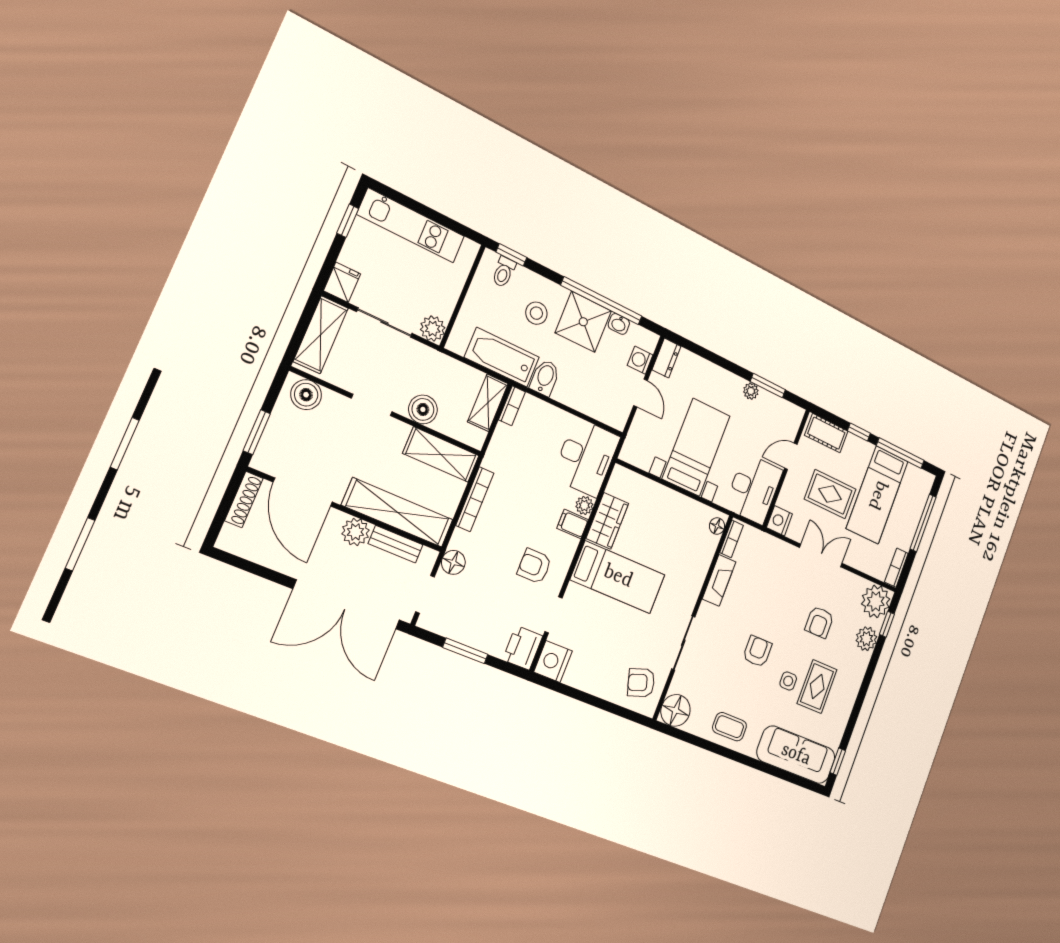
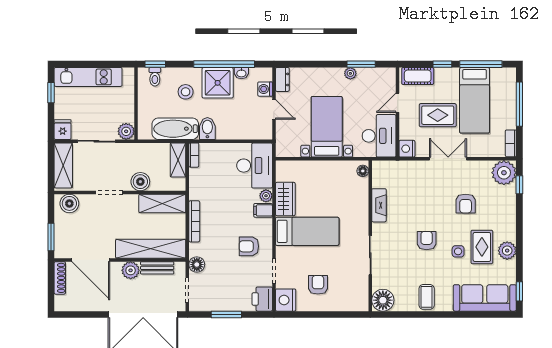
bookcase: (732, 539) -> (377, 175), removed
plant: (866, 639) -> (507, 251), moved
armchair: (641, 683) -> (318, 285), moved, turned 108
coffee table: (730, 727) -> (427, 297), turned 90

